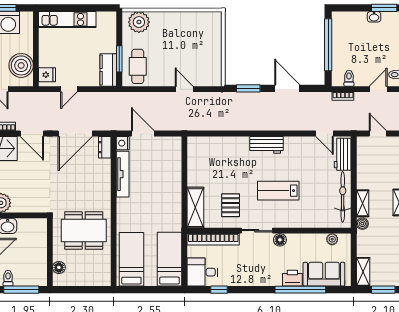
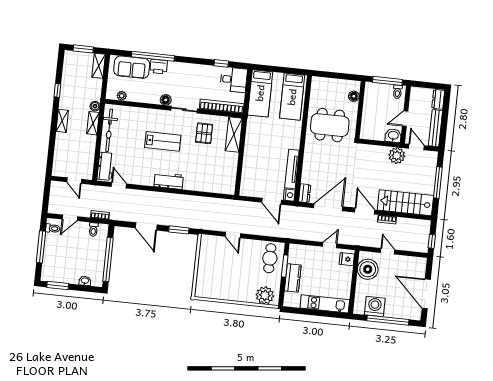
washbasin: (374, 17) -> (85, 281), moved
kitchen counter: (108, 70) -> (293, 278), moved

